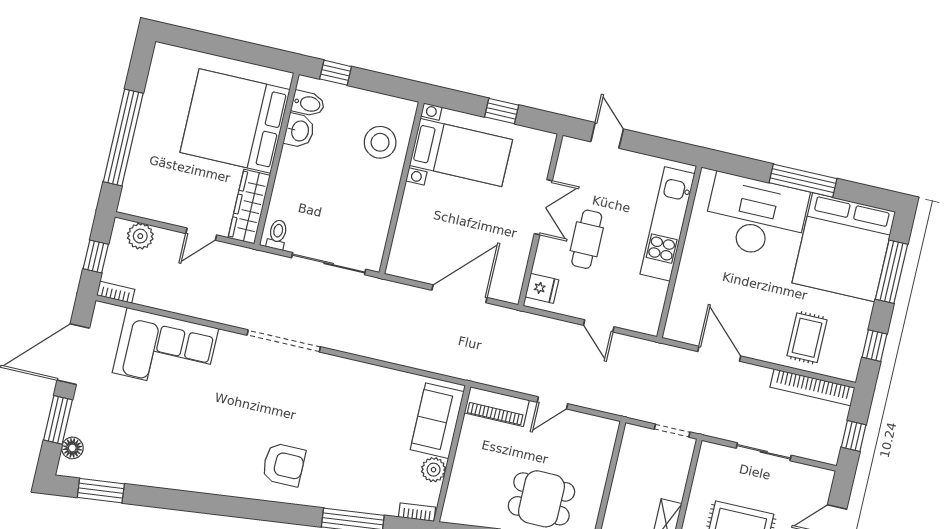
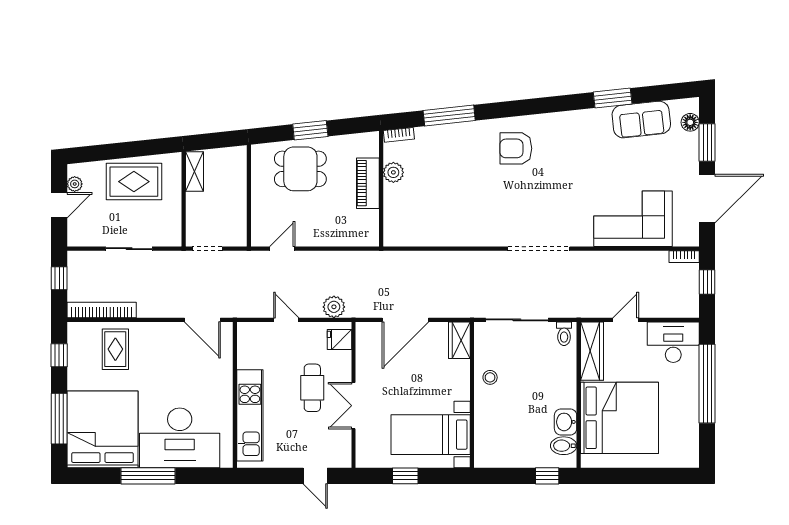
stool: (380, 142) -> (490, 377), moved, width x0.53, depth x0.53
desk: (152, 195) -> (673, 342), added
plant: (140, 236) -> (334, 307), moved
wardrobe: (402, 255) -> (459, 340), added
door: (719, 354) -> (202, 320), moved
door: (552, 403) -> (282, 249), moved
piano: (497, 407) -> (368, 183), moved, turned -90
sofa: (437, 421) -> (641, 120), moved, turned 84
window: (101, 491) -> (613, 98), moved

